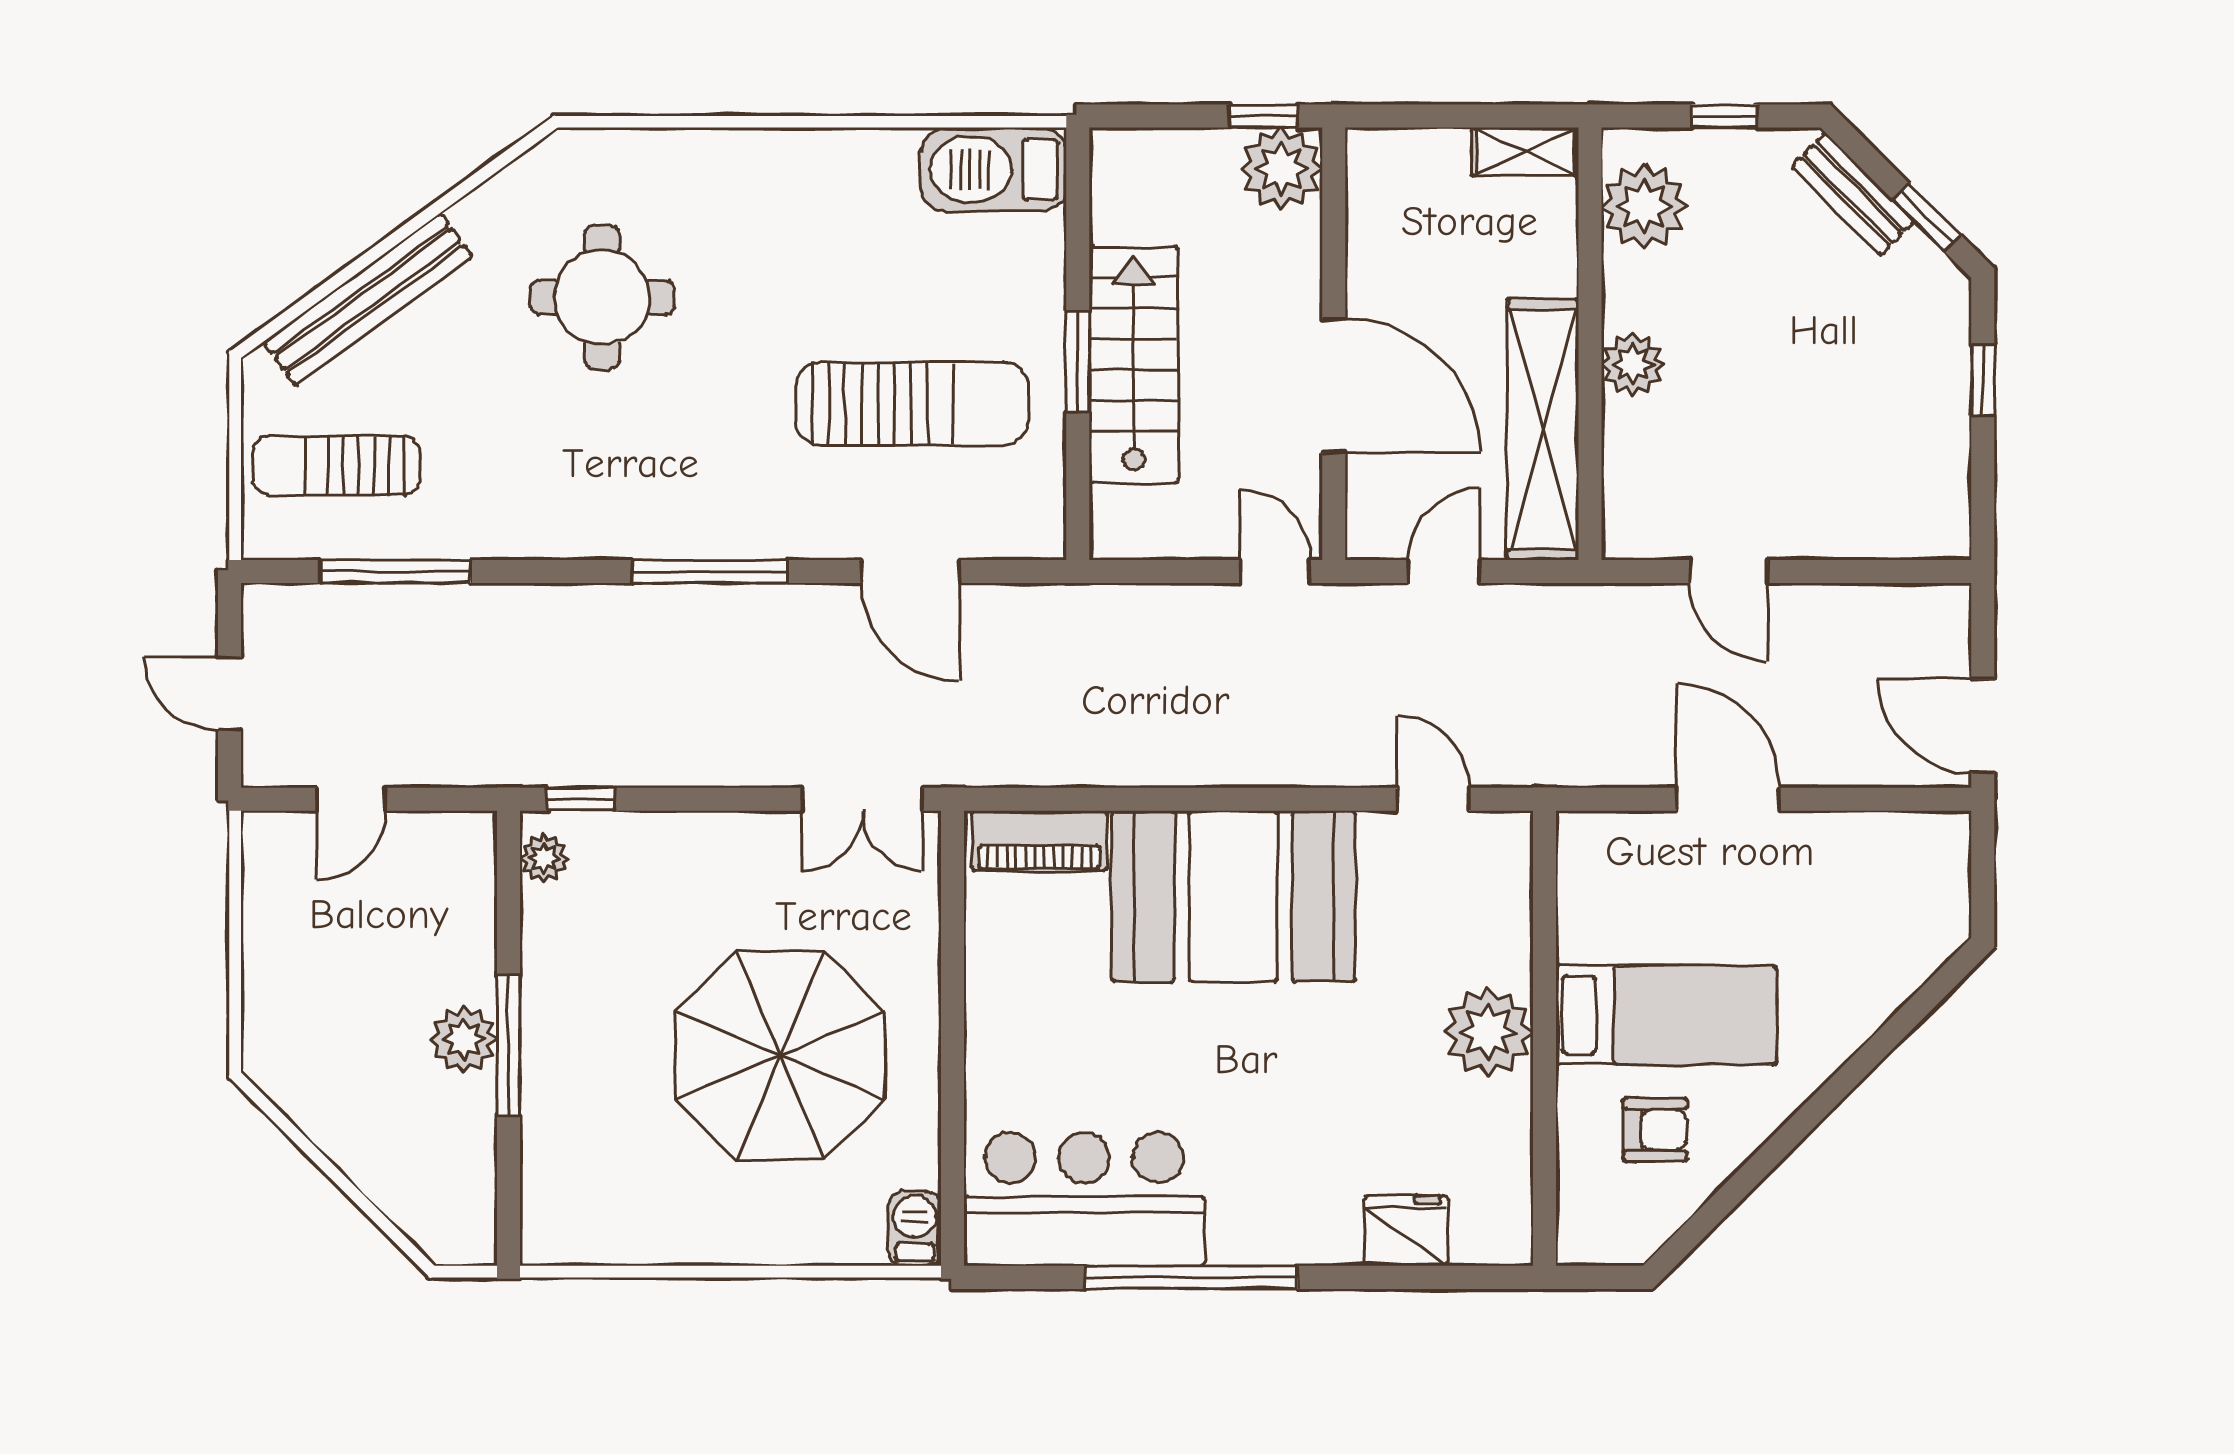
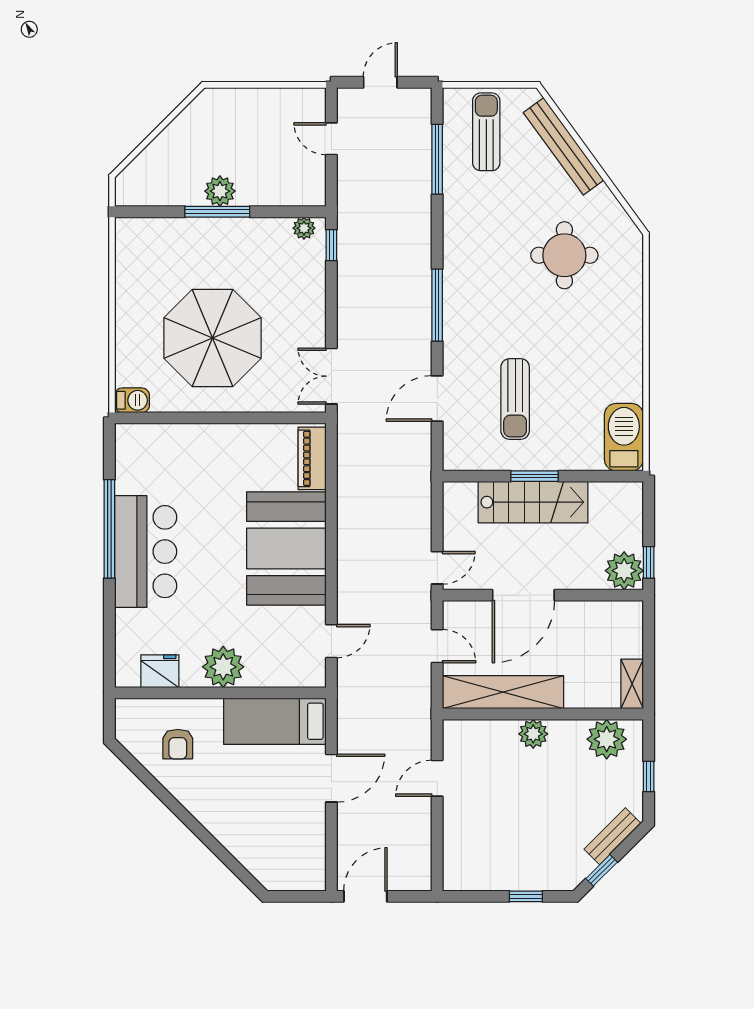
sun lounger: (912, 404) -> (515, 399), width x0.73, depth x0.75
bed: (1666, 1015) -> (275, 721), moved, turned 90
bar counter: (1084, 1199) -> (146, 552), moved
fridge: (1406, 1231) -> (160, 671), moved, turned -90

